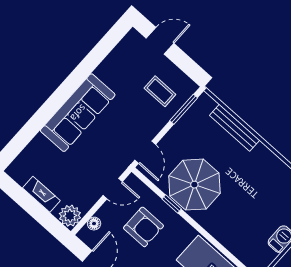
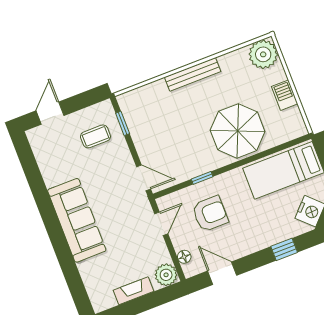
window: (184, 109) -> (123, 123), width x0.67
bench: (235, 128) -> (193, 74), moved
parasol: (194, 185) -> (238, 131), moved

